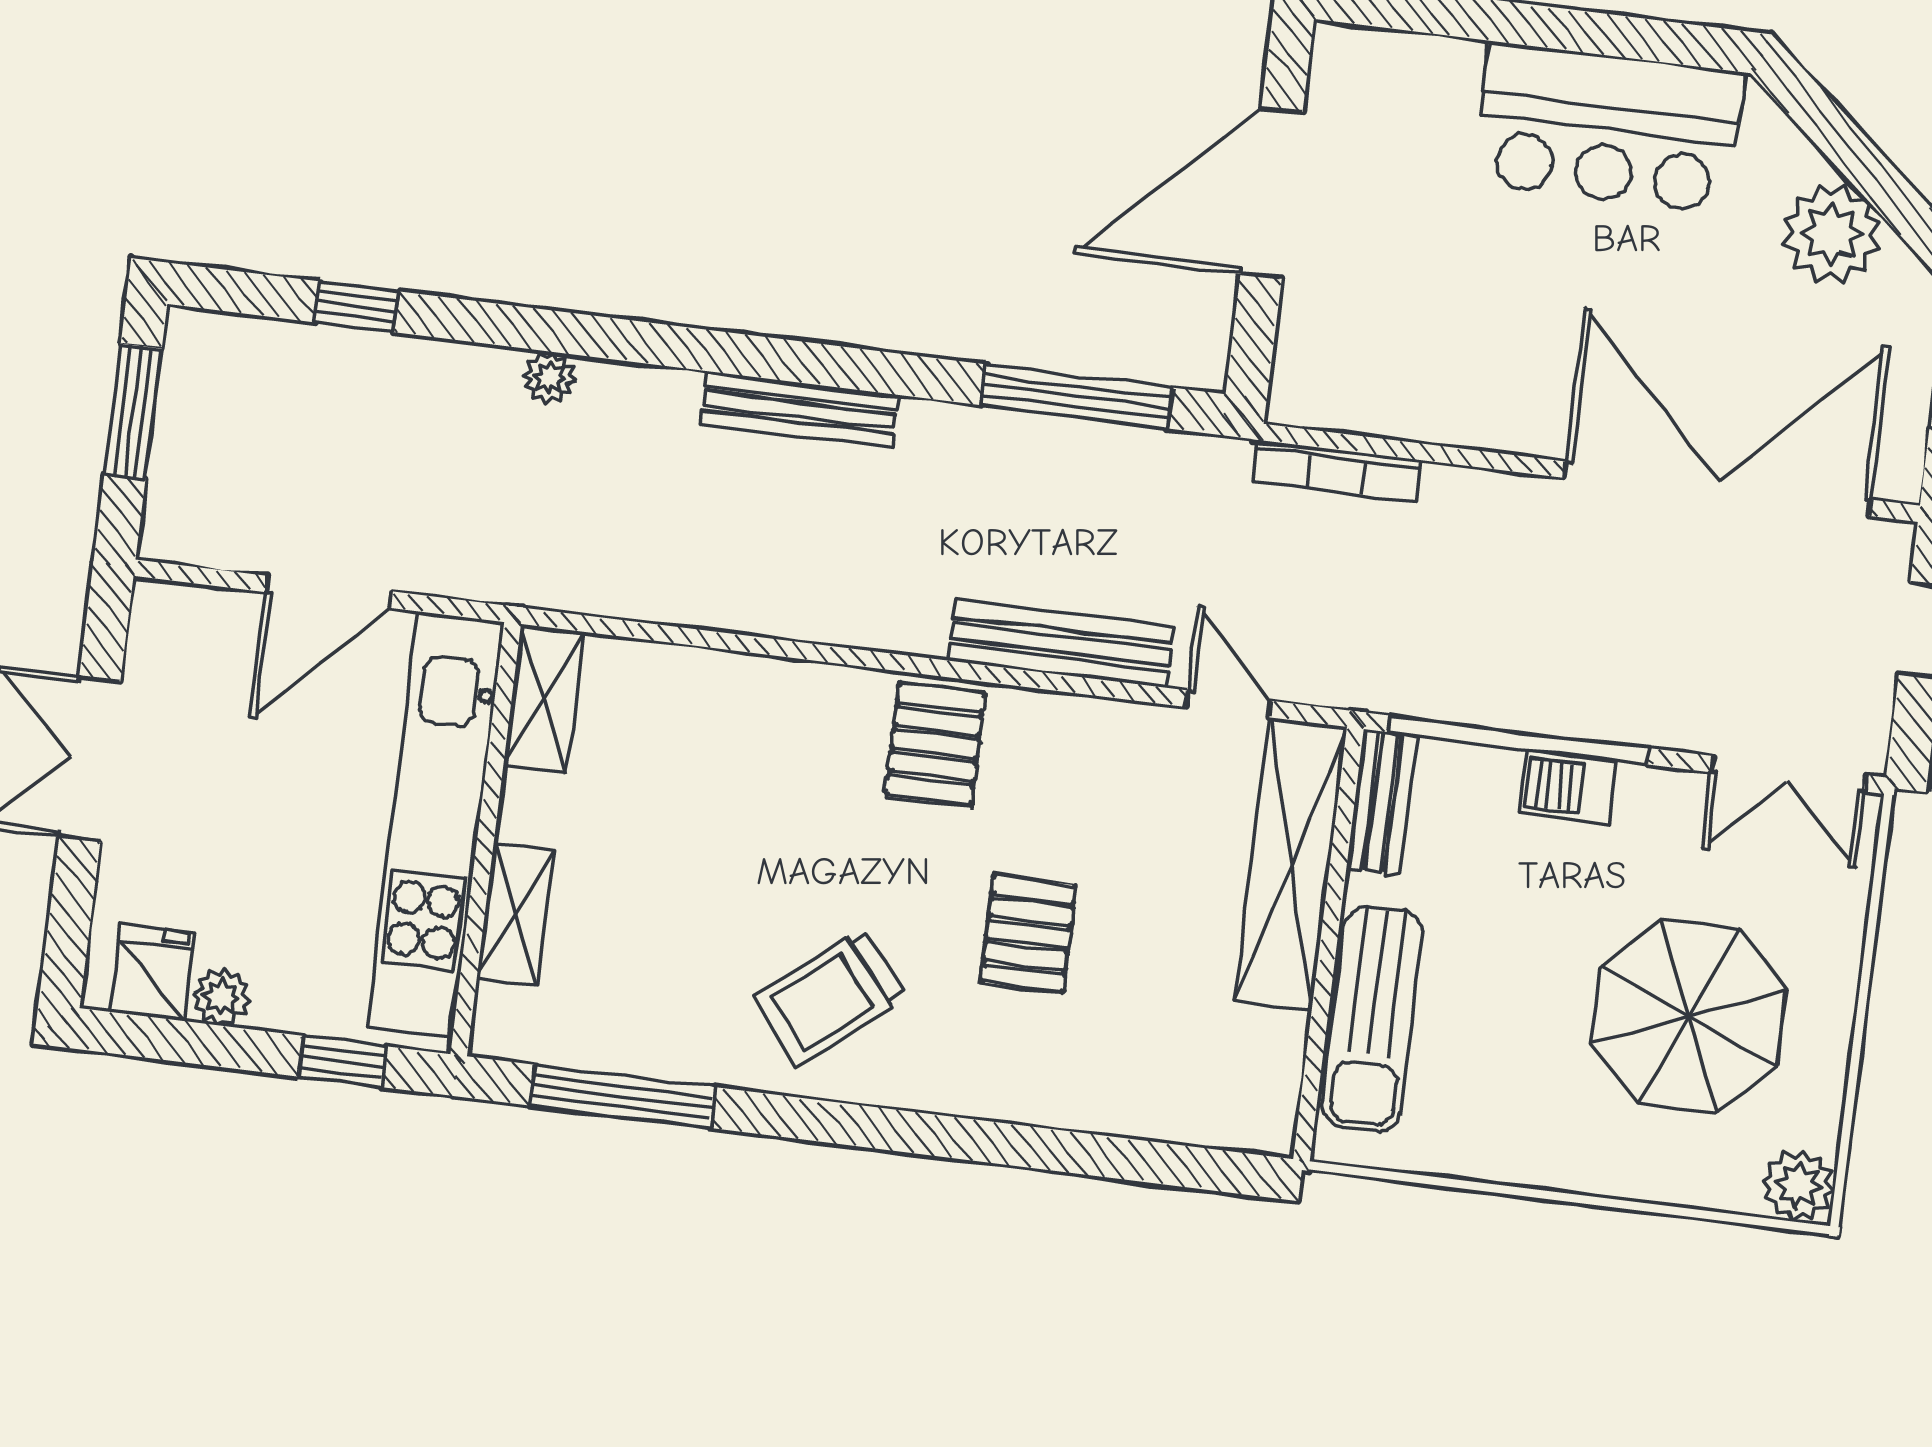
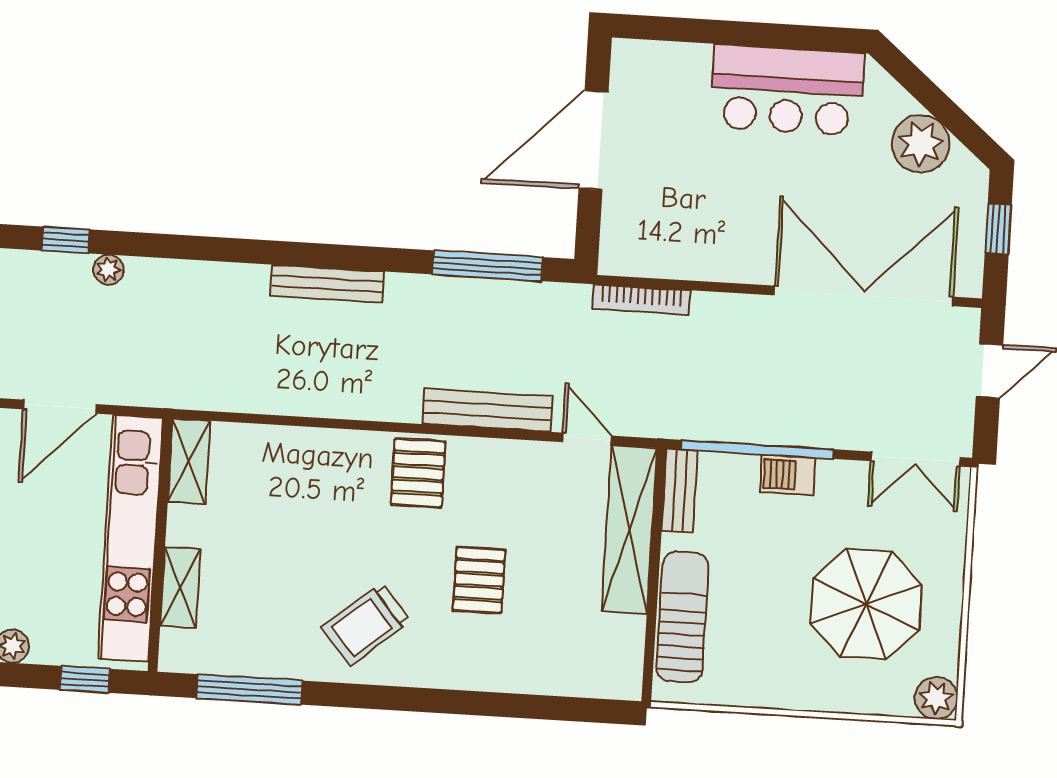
plant: (549, 378) -> (108, 270), moved
sun lounger: (1373, 1019) -> (683, 617), turned 180

